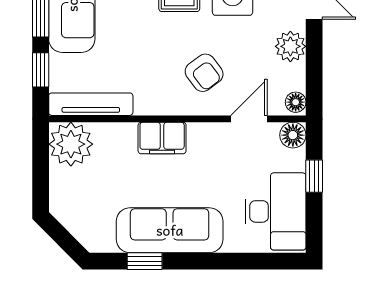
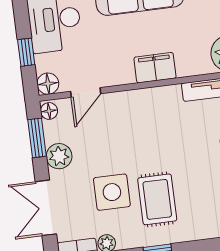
window: (314, 72) -> (37, 138), added
armchair: (204, 73) -> (127, 126), removed

